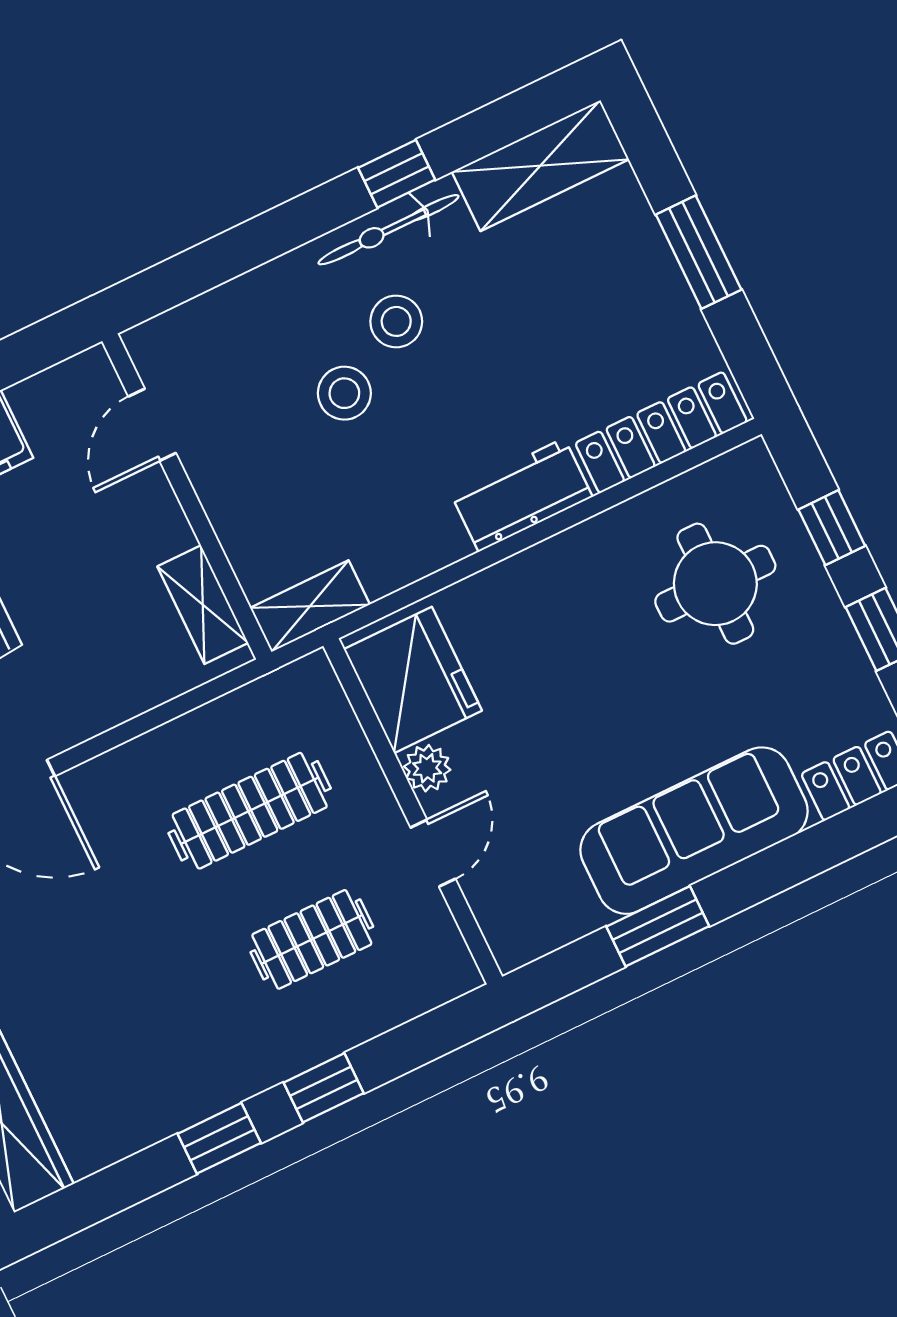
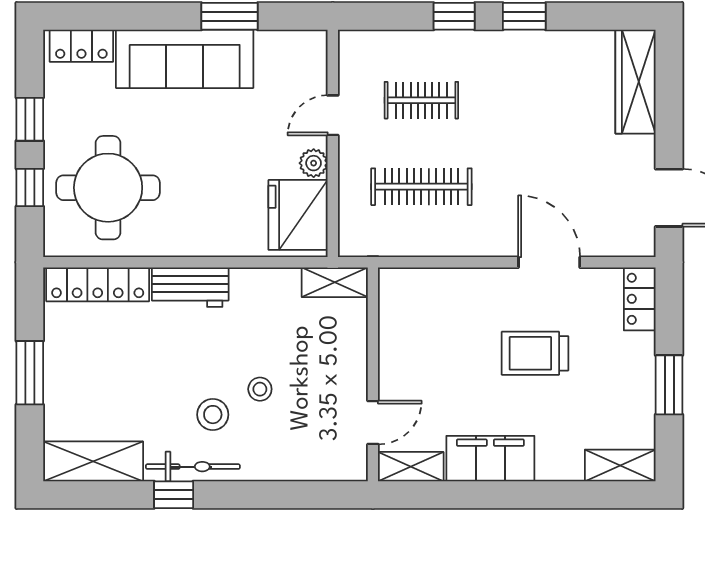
stool: (344, 393) -> (260, 389), width x0.73, depth x0.73
round table: (715, 584) -> (108, 188), width x1.36, depth x1.36
shelving: (203, 605) -> (411, 467), moved, turned 90

